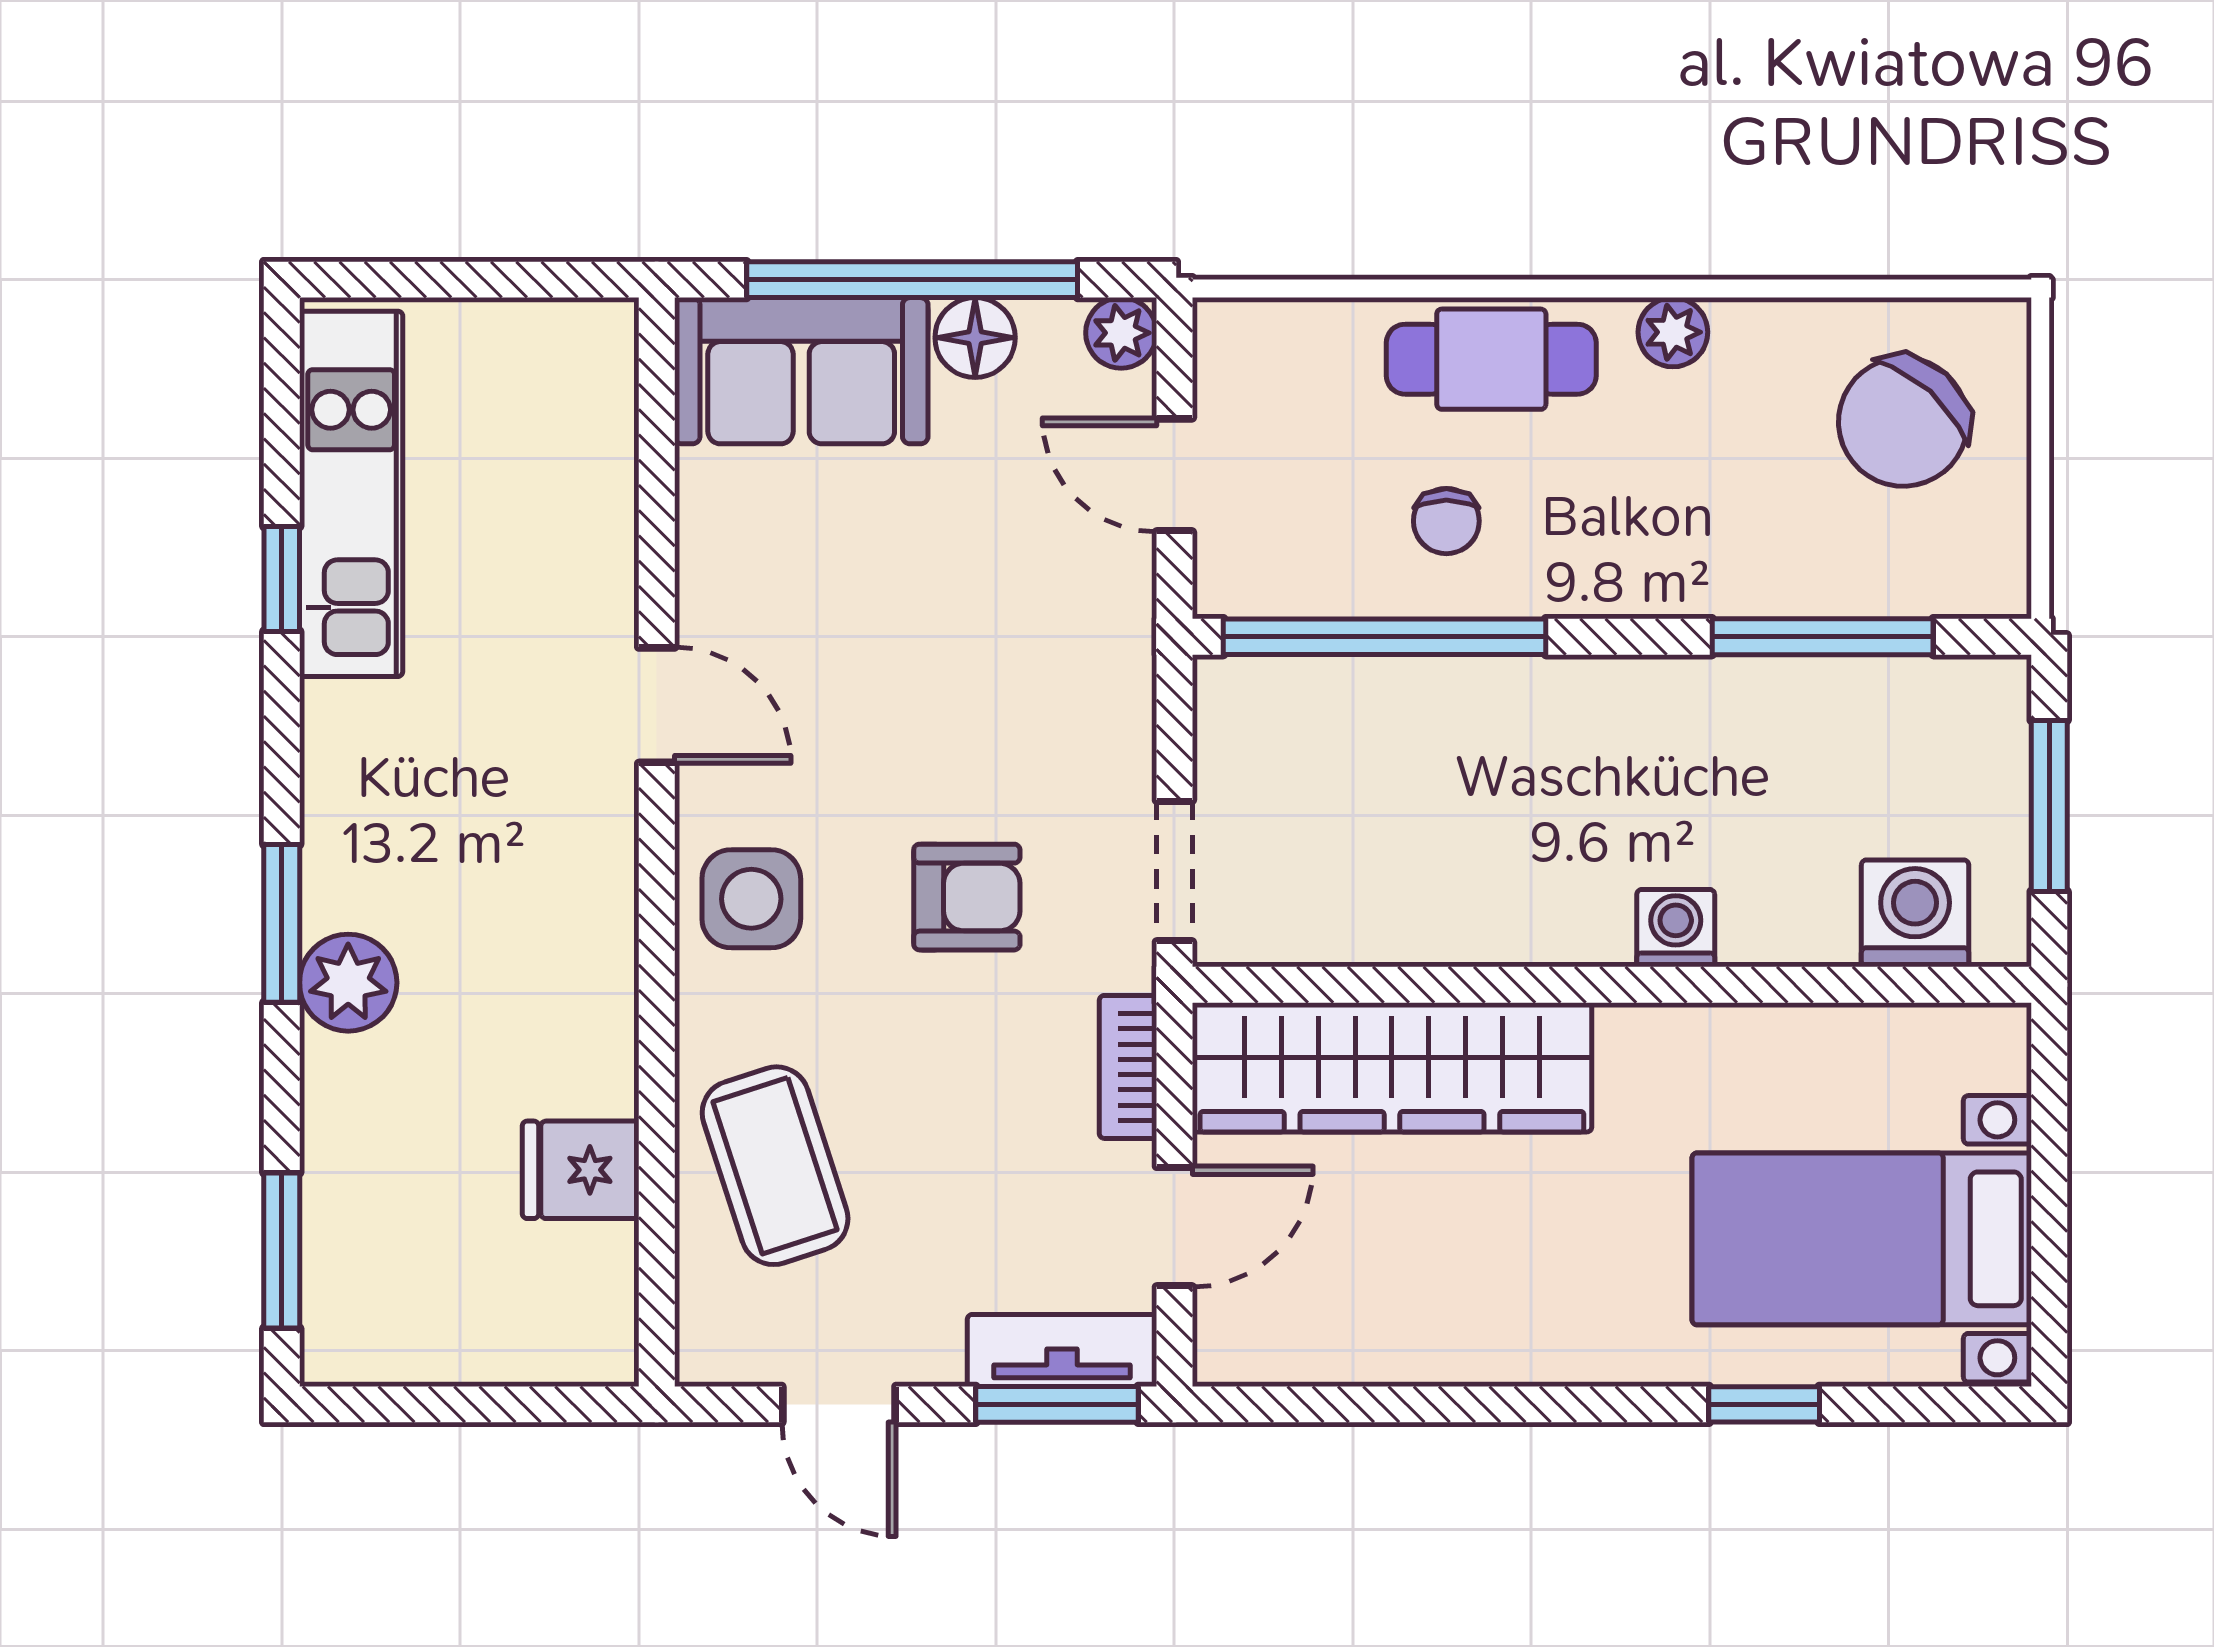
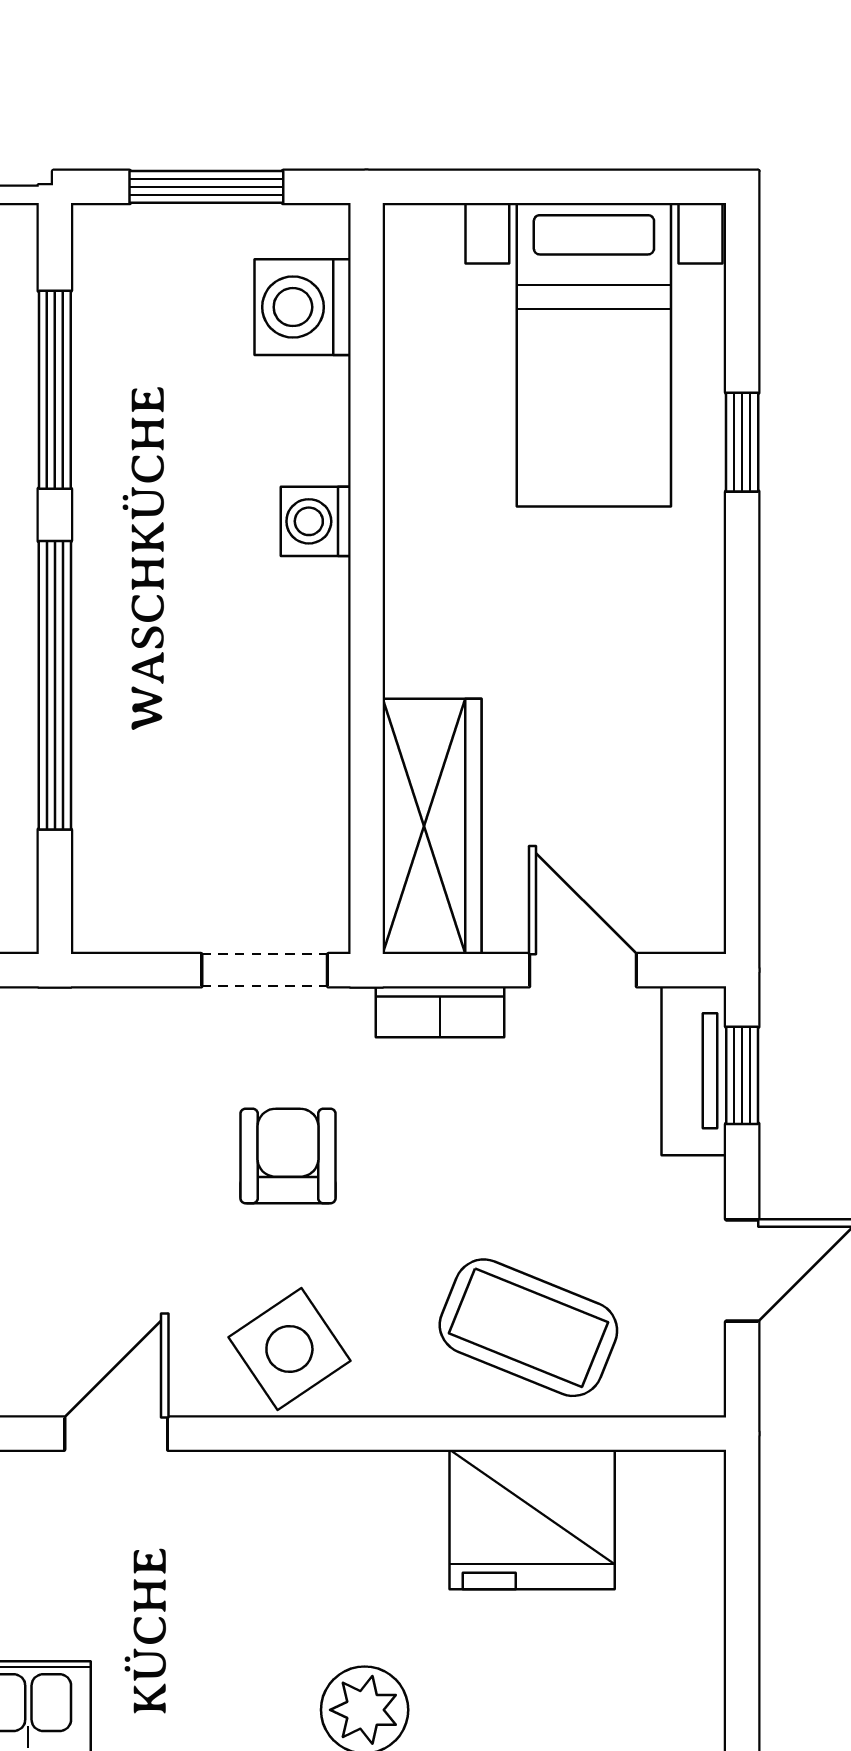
window: (1385, 637) -> (55, 685), moved
side table: (751, 899) -> (289, 1349), turned -34
wardrobe: (1392, 1067) -> (432, 826), width x0.71, depth x0.85
coffee table: (775, 1166) -> (528, 1328), turned 40
fridge: (581, 1170) -> (532, 1519), width x1.88, depth x1.34
window: (1057, 1404) -> (742, 1075), width x0.67

